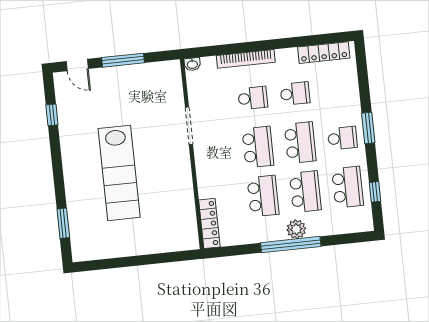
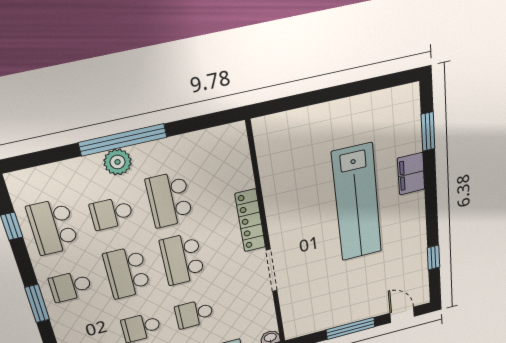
lab bench: (119, 173) -> (357, 203), turned 180
filing cabinet: (75, 191) -> (411, 174), added
school desk: (305, 192) -> (112, 213), width x0.54
locker: (209, 223) -> (250, 221), moved

